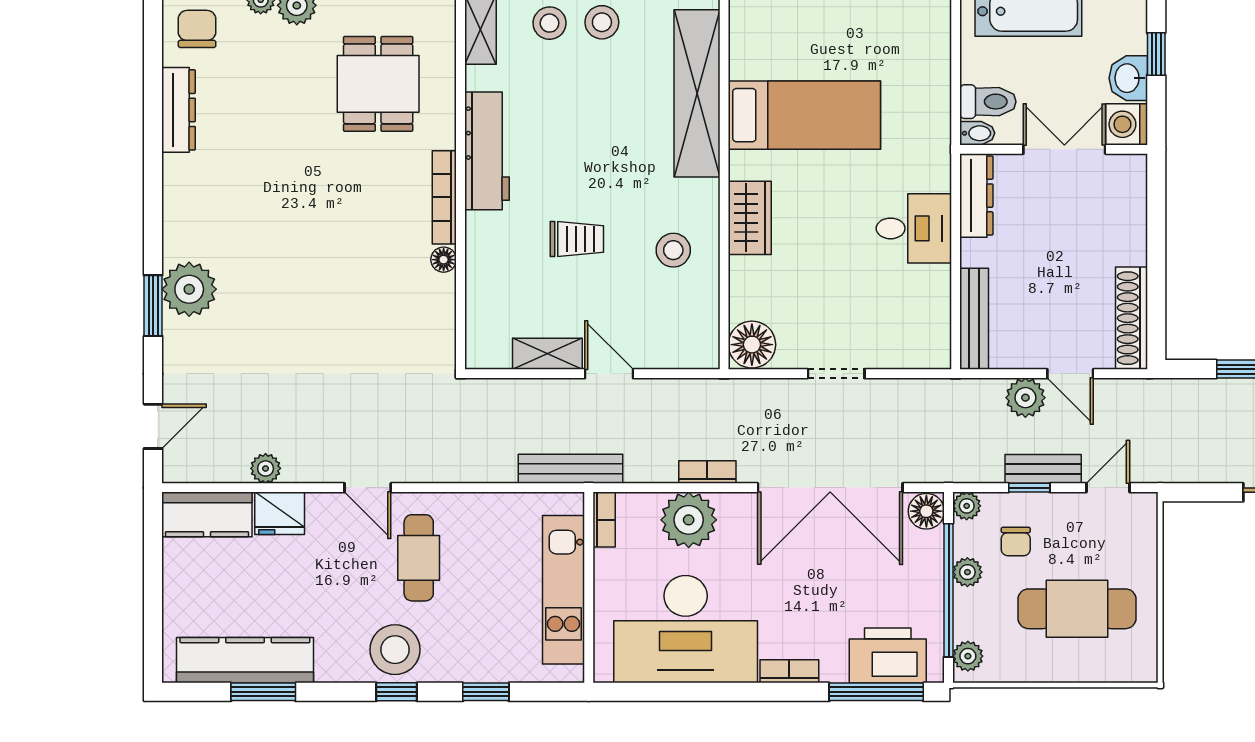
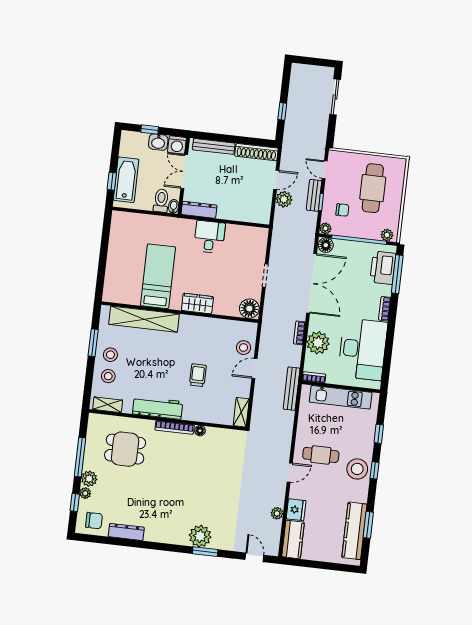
chair: (197, 29) -> (94, 521), turned 180
stool: (673, 250) -> (244, 348), moved
bench: (974, 319) -> (214, 146), moved
shelving: (547, 354) -> (241, 412), moved
plant: (967, 572) -> (353, 231), removed

